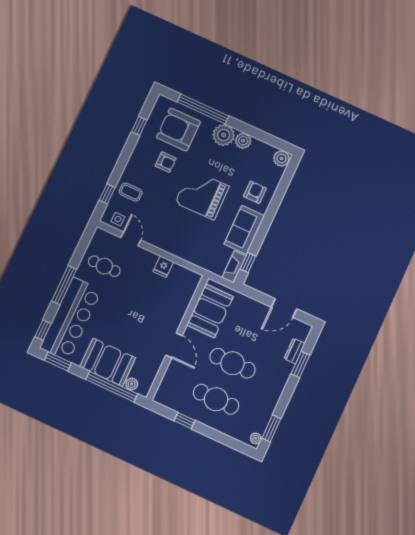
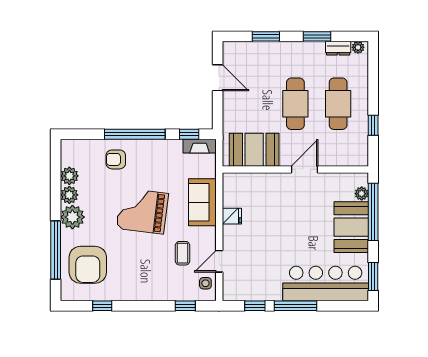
plant: (282, 158) -> (69, 176), moved
armchair: (166, 162) -> (126, 262), removed
coffee table: (131, 192) -> (183, 253), moved
grand piano: (202, 195) -> (142, 211), turned 98
window: (268, 218) -> (135, 134), added
sofa: (244, 230) -> (202, 202), moved, turned 90
cafe table: (104, 266) -> (258, 275), removed
window: (43, 330) -> (255, 306), moved
dresser: (294, 351) -> (338, 48), moved
window: (271, 428) -> (317, 36), moved

